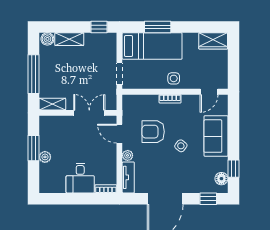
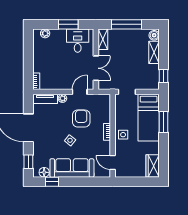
sofa: (216, 136) -> (72, 168), width x1.36
plant: (45, 157) -> (45, 33), moved
desk: (80, 178) -> (78, 41), moved, turned 90

